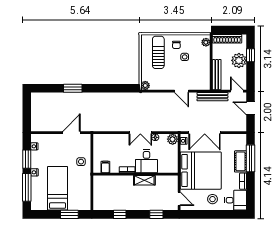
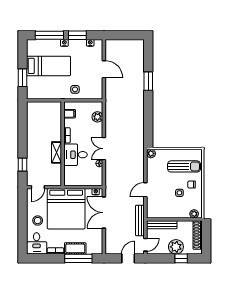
door: (72, 133) -> (104, 69), moved
plant: (173, 139) -> (97, 117), moved
window: (120, 214) -> (22, 128), removed

